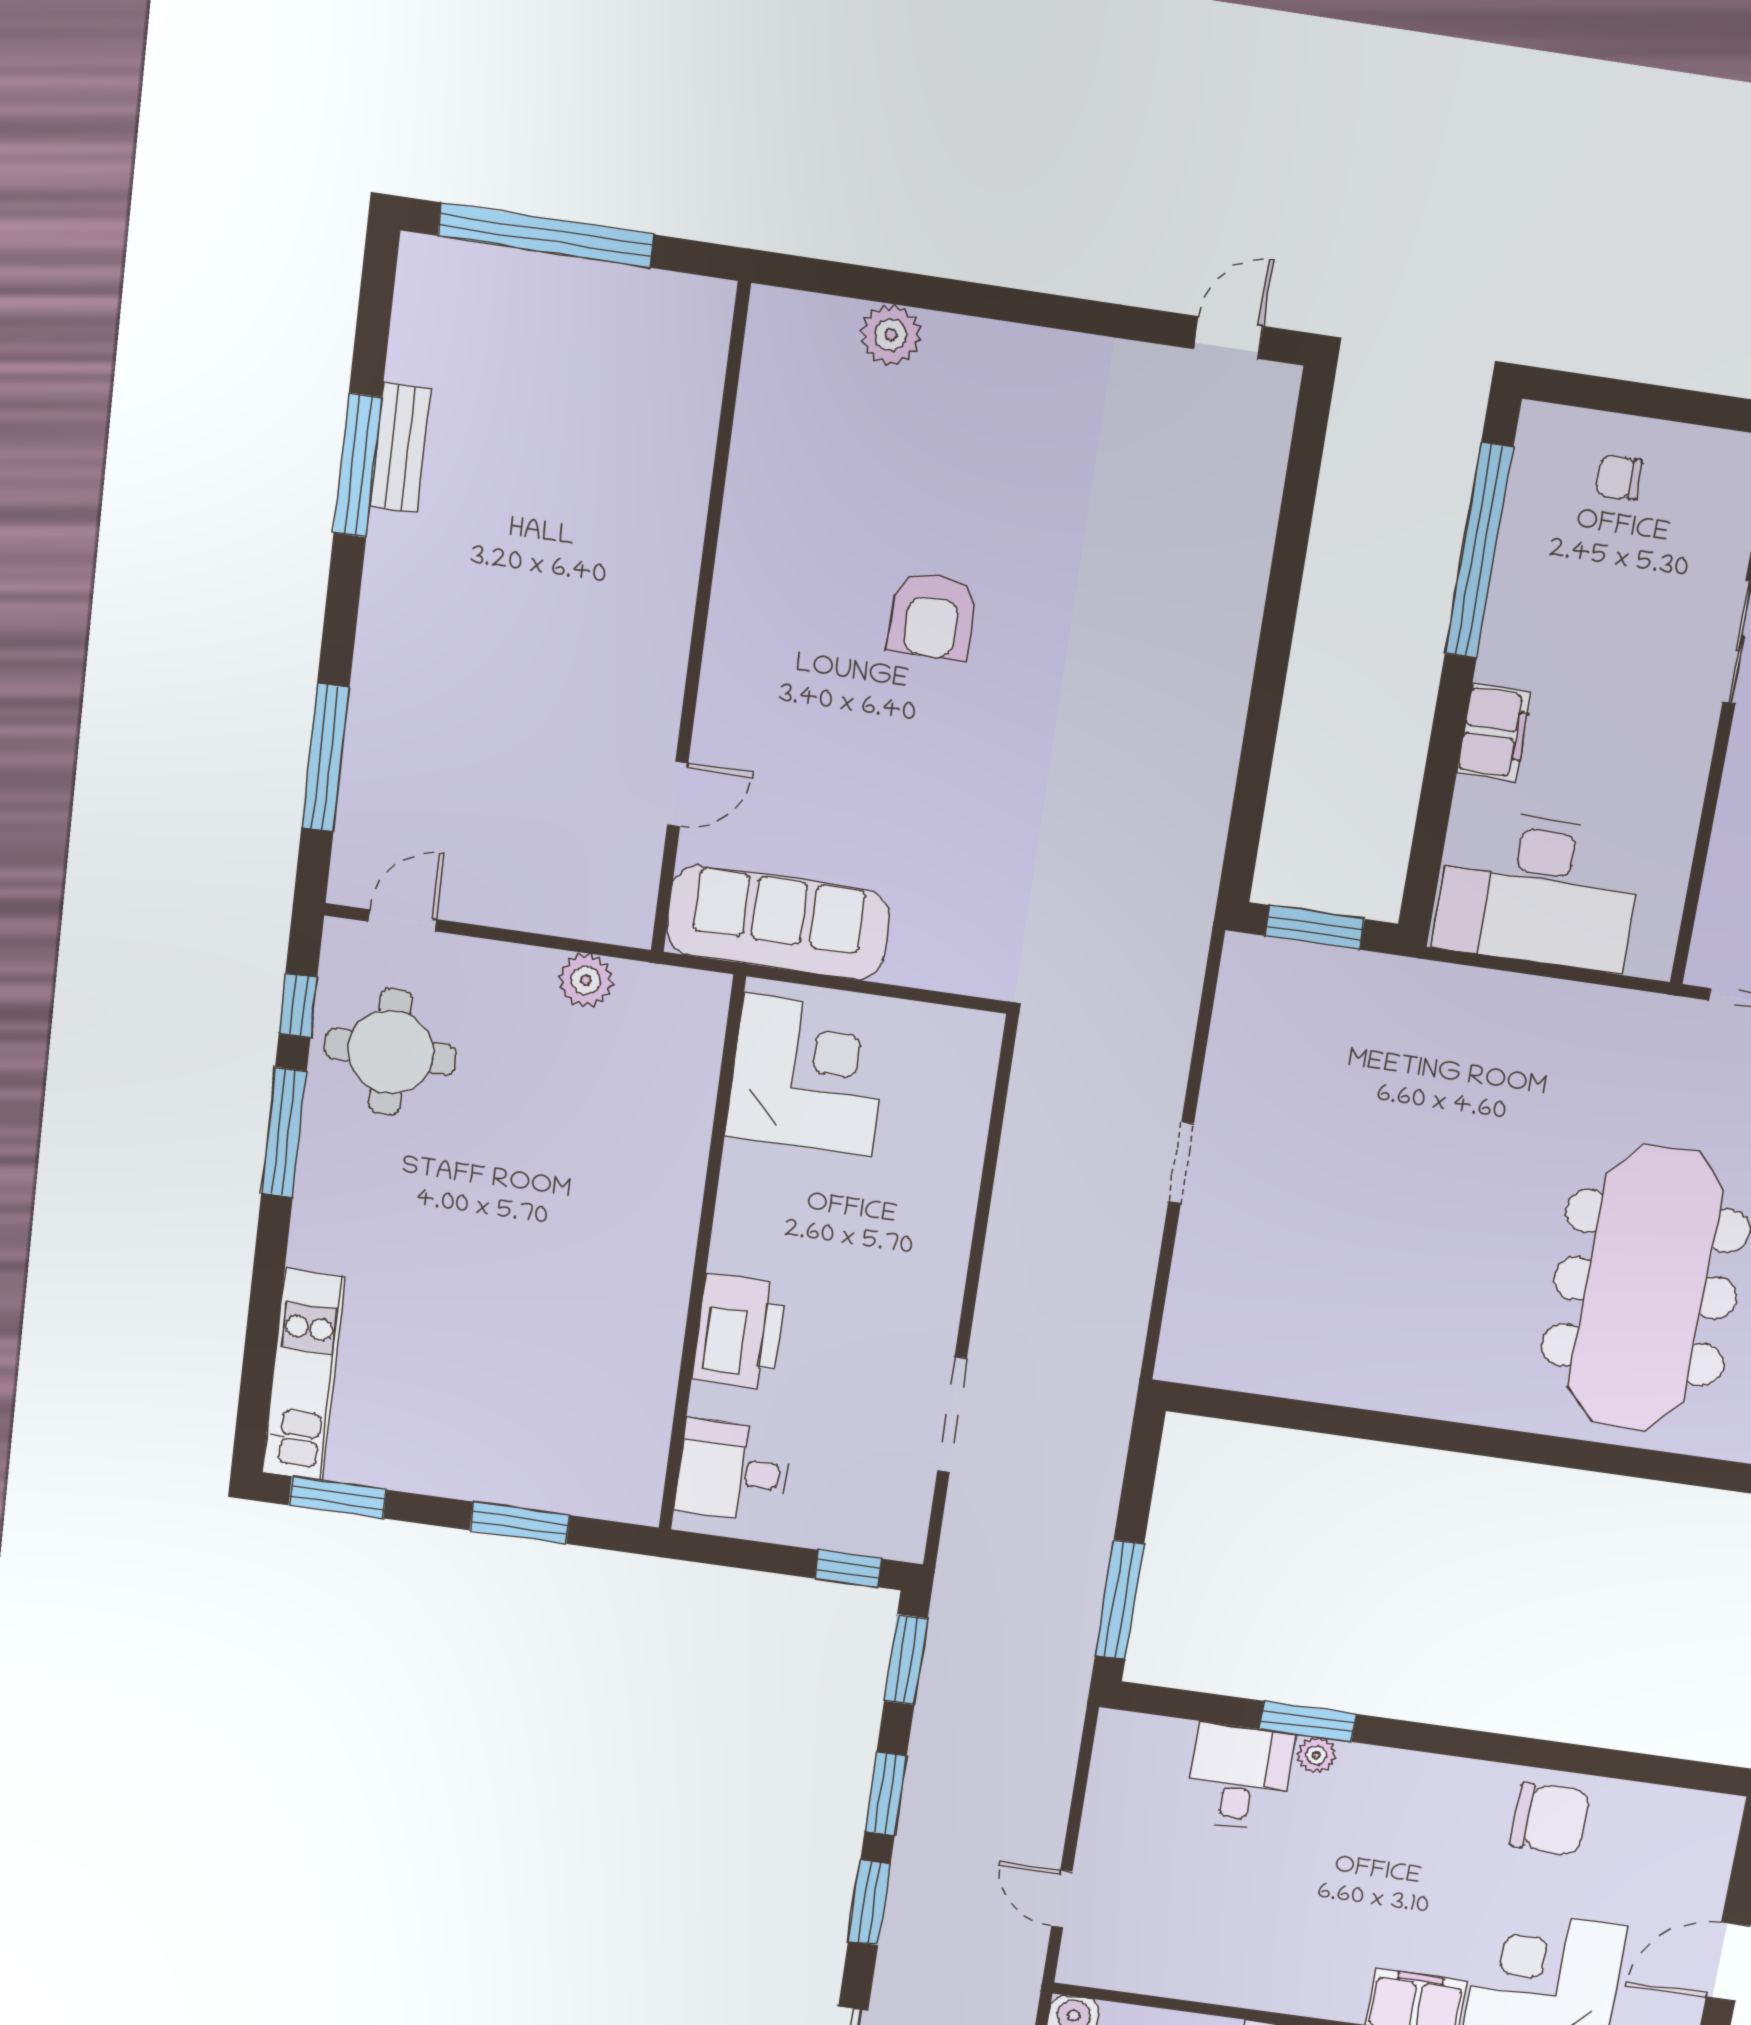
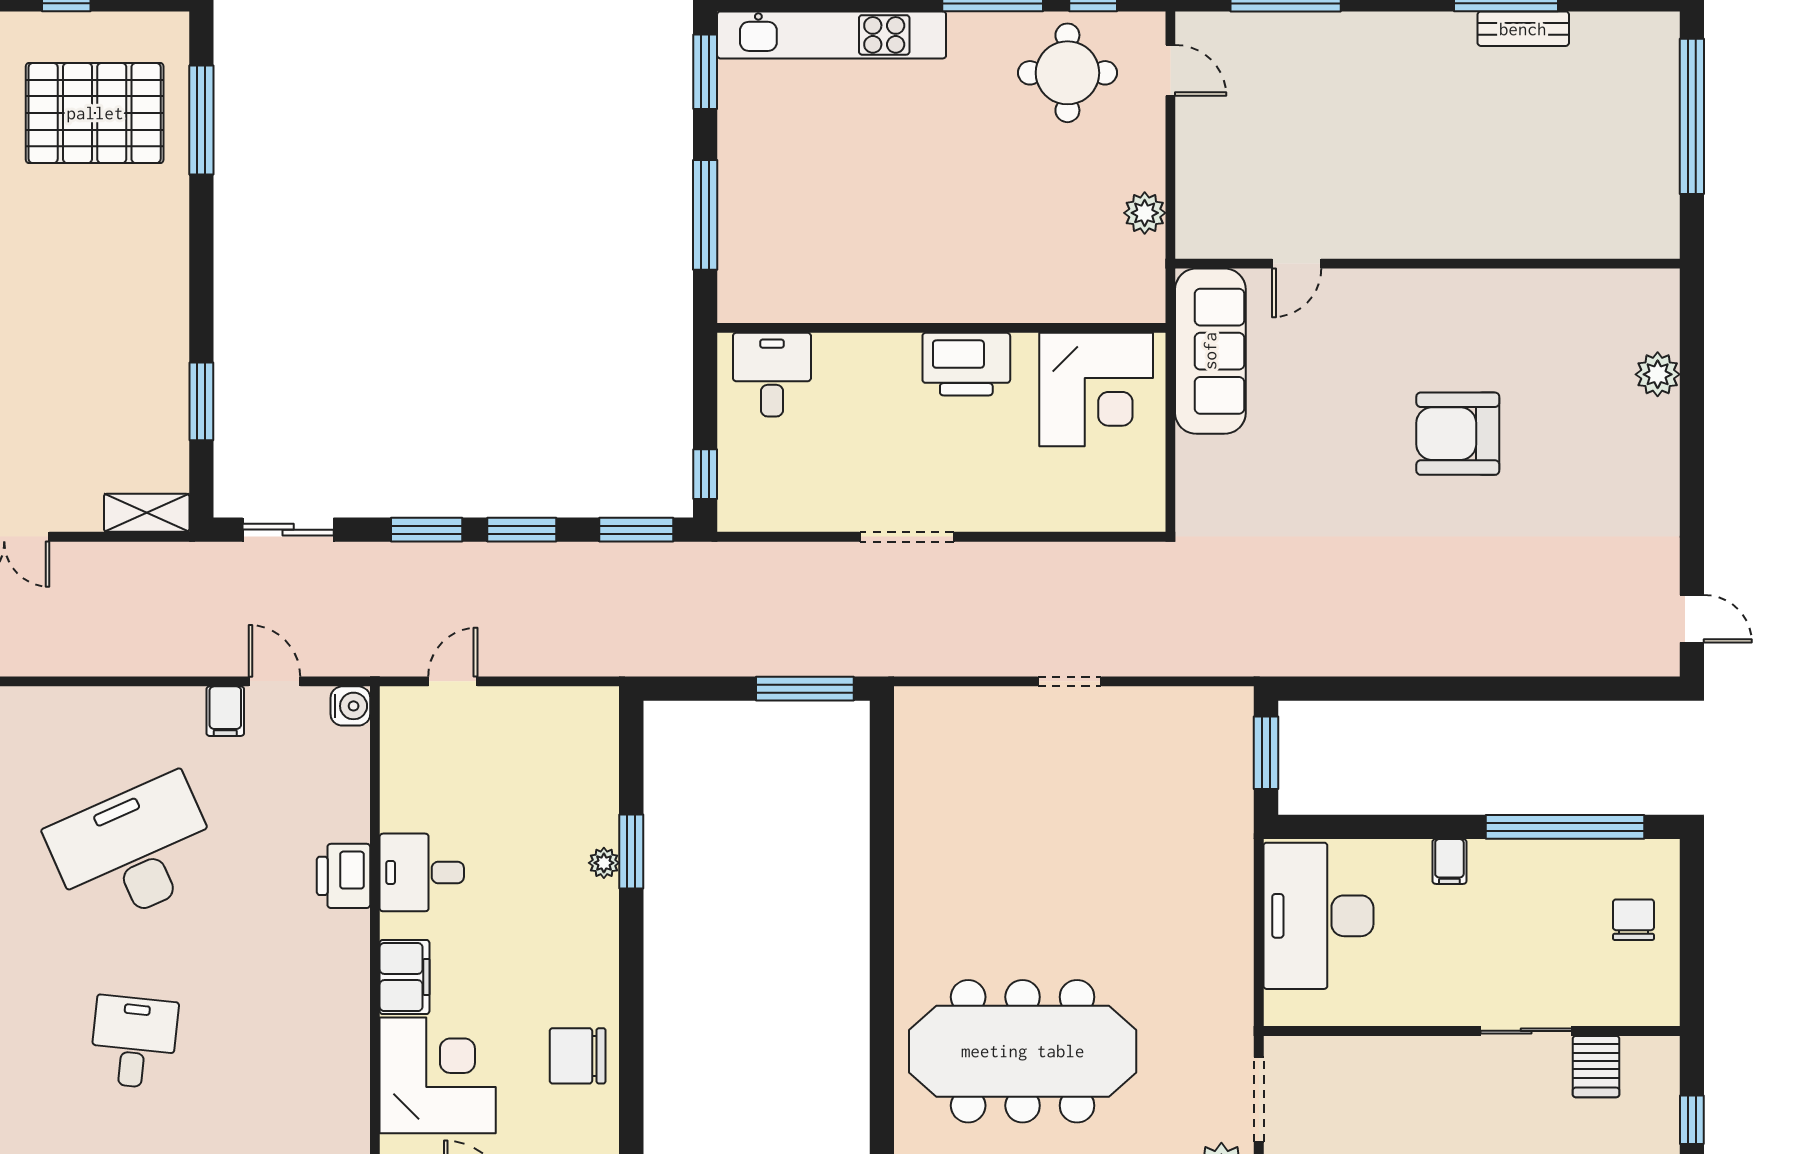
chair: (1619, 477) -> (1633, 920), width x1.37, depth x1.37
armchair: (932, 616) -> (1458, 434), width x1.36, depth x1.36
filing cabinet: (1494, 733) -> (1449, 861), width x0.50
door: (678, 794) -> (1297, 264), hinge flipped
printer: (739, 1332) -> (966, 364), moved
kitchen unit: (304, 1375) -> (832, 35), width x1.36
doorway: (952, 1414) -> (907, 537), moved
window: (520, 1523) -> (705, 215), width x1.44
window: (1120, 1600) -> (805, 689), moved
desk: (1240, 1776) -> (422, 872), moved, turned 180
chair: (1550, 1819) -> (578, 1056), turned 90

